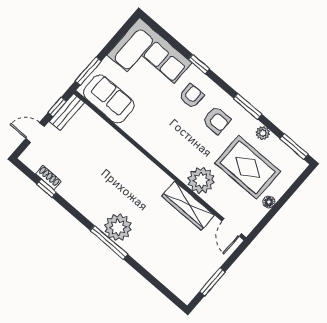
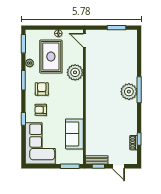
sofa: (109, 99) -> (74, 134), moved
wardrobe: (188, 206) -> (92, 68), removed
door: (232, 227) -> (84, 40), swing flipped

